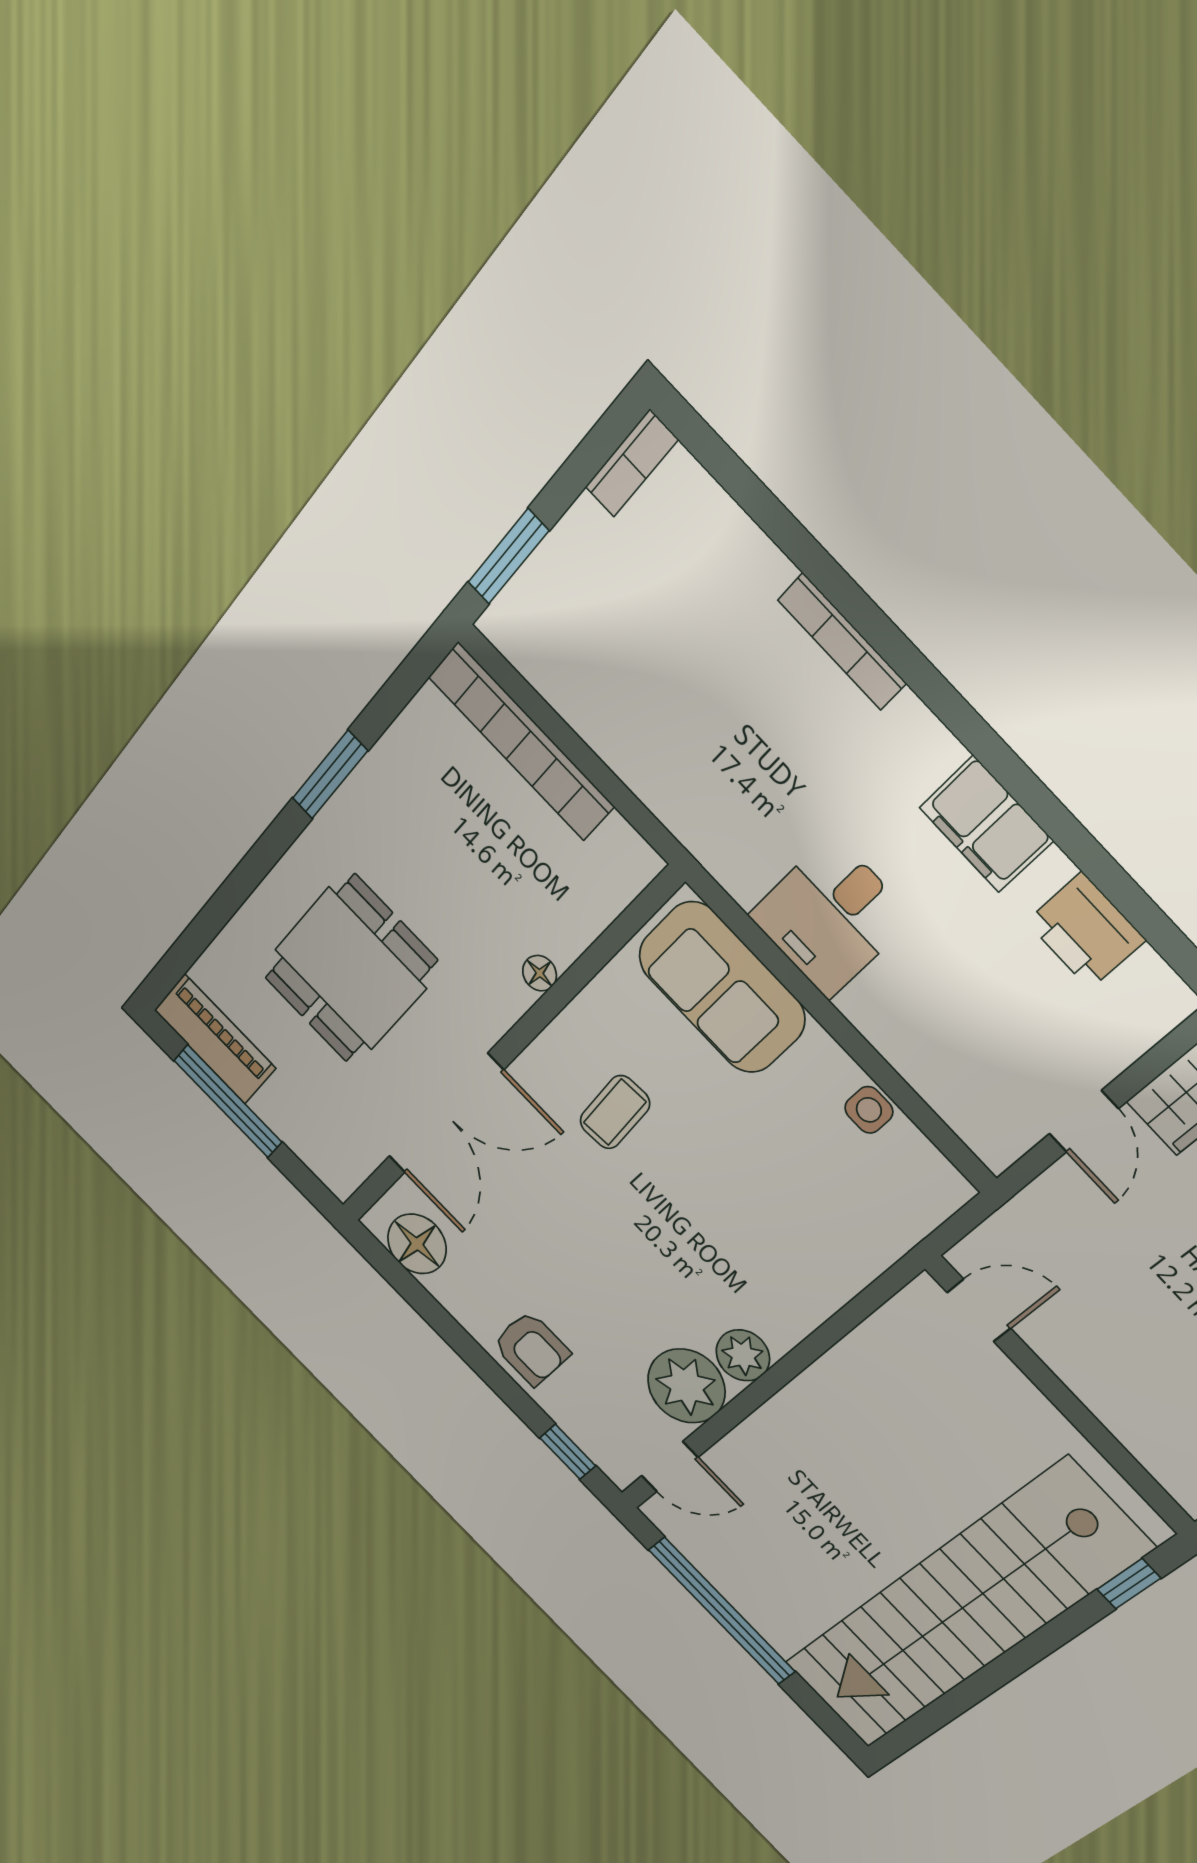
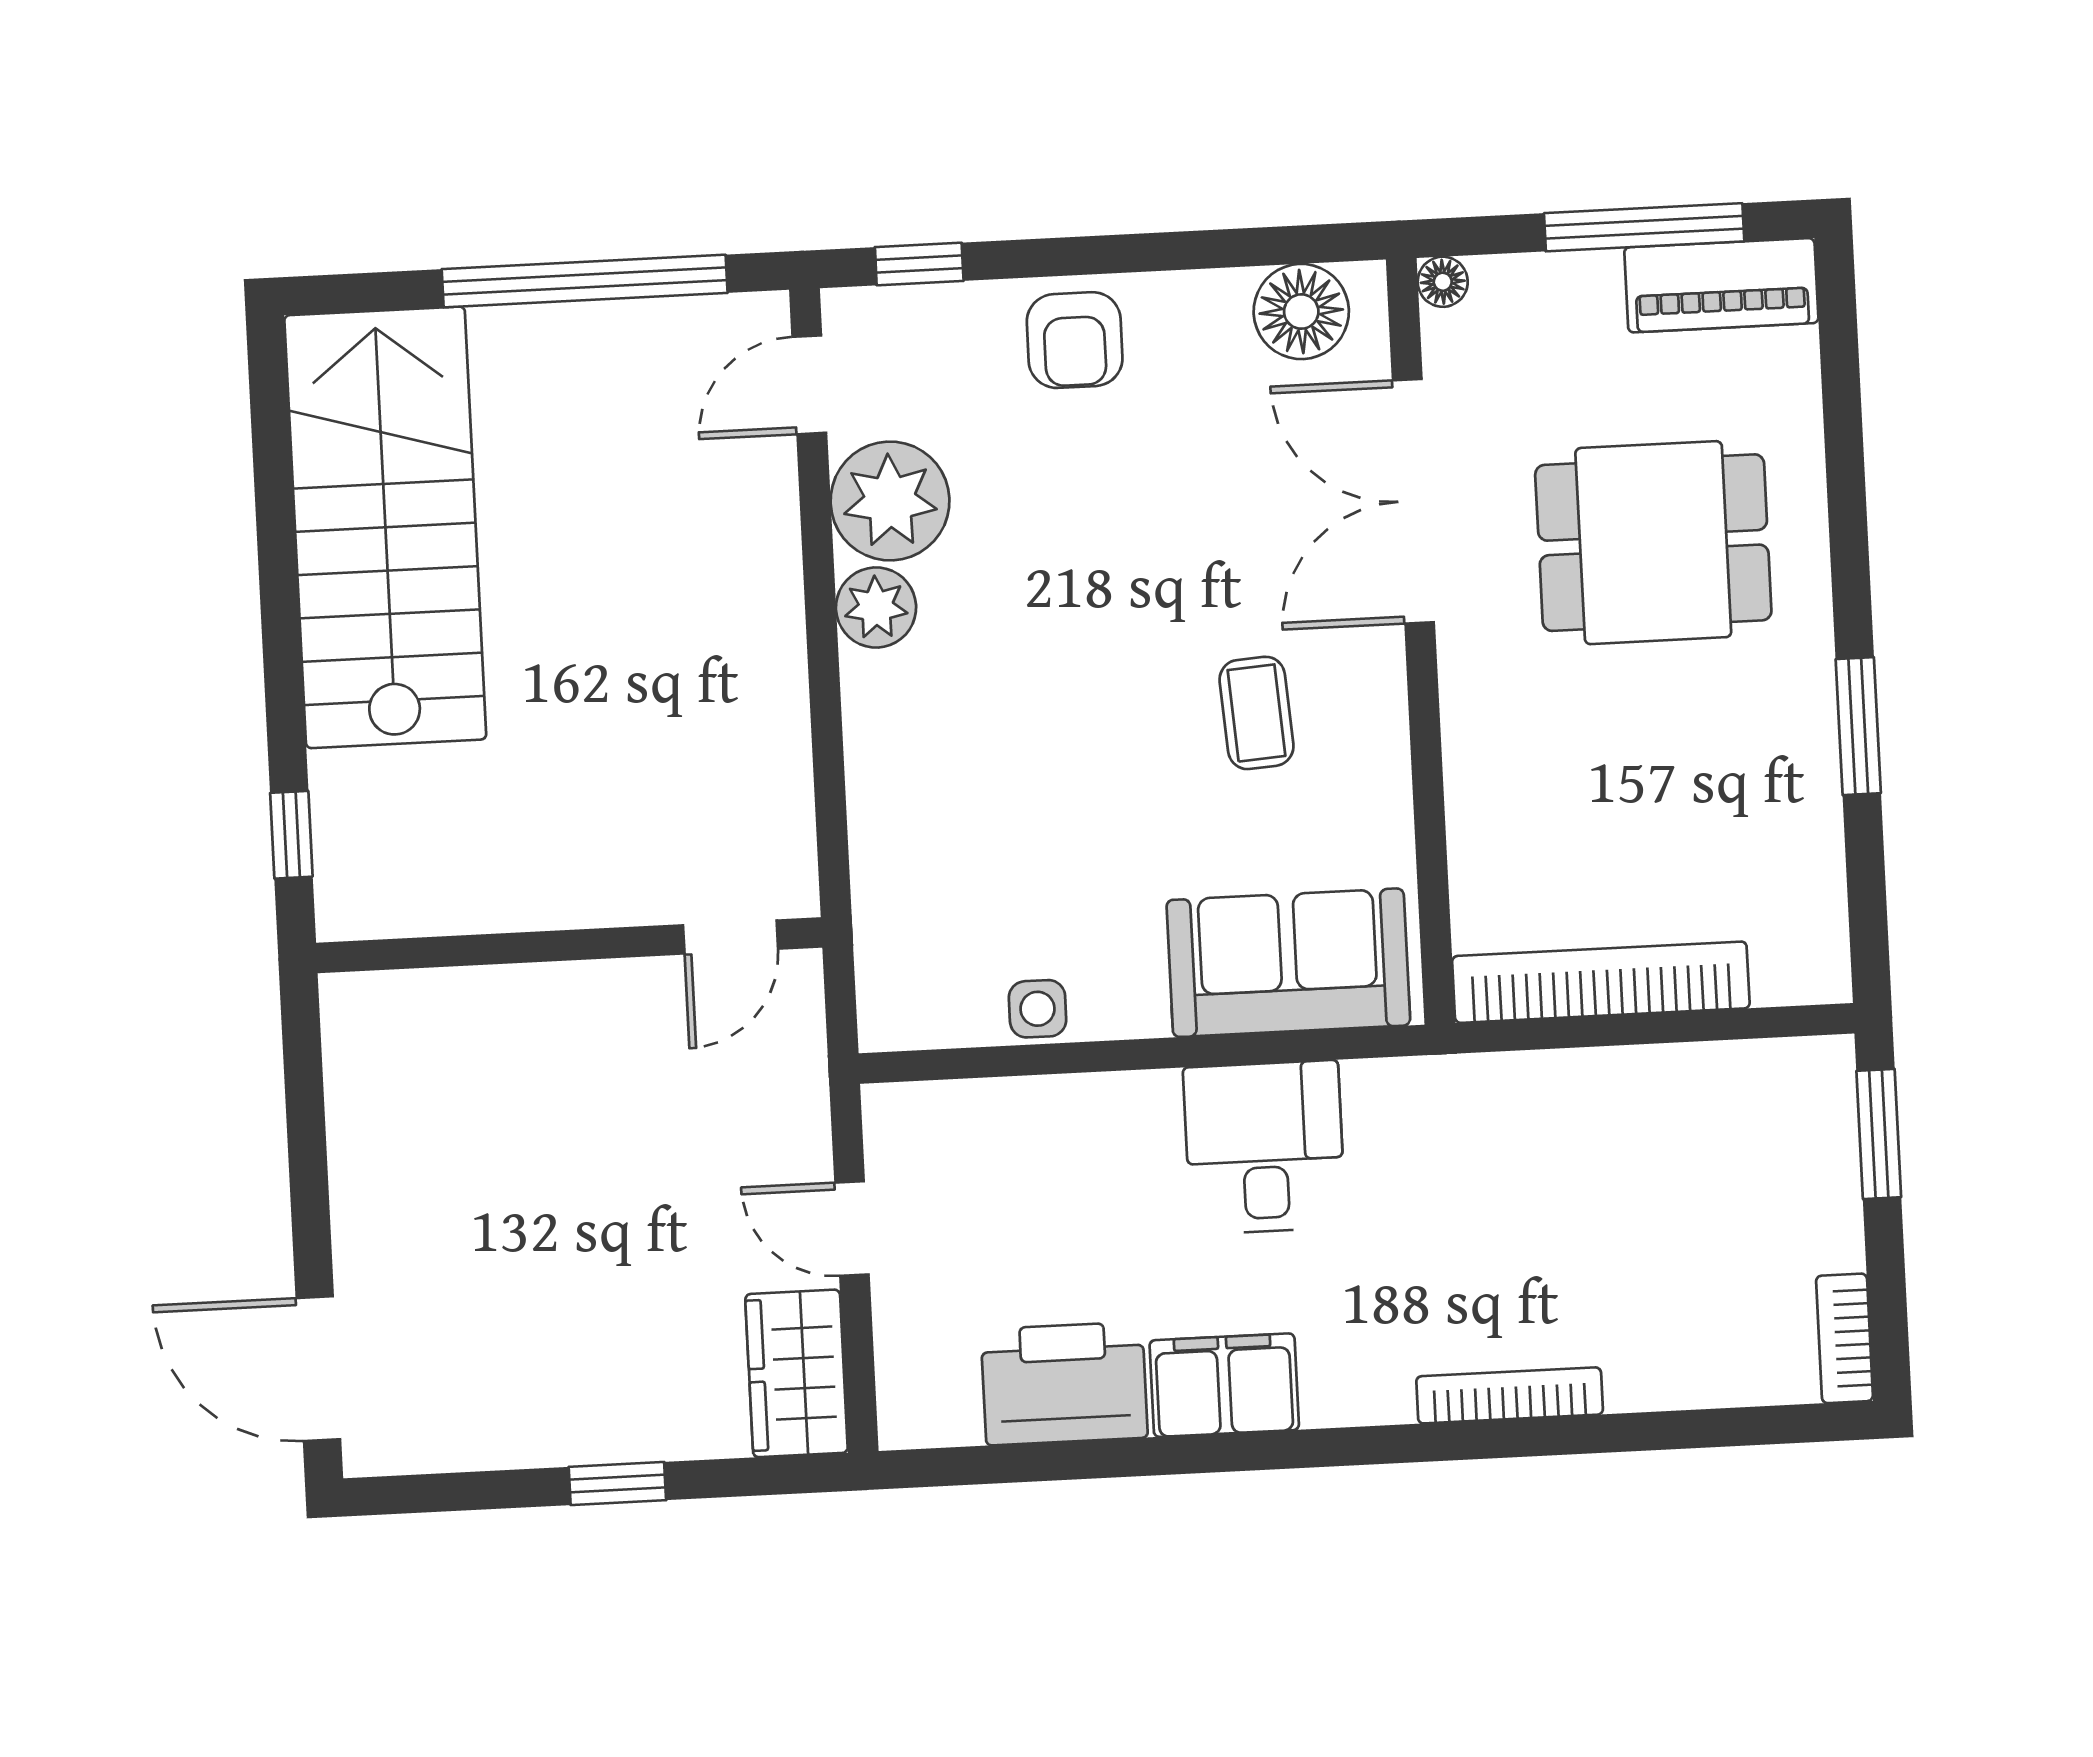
bookcase: (521, 742) -> (1601, 982), moved
printer: (1086, 931) -> (1064, 1383), width x1.37, depth x1.19
dining table: (350, 969) -> (1653, 543), turned 90
floor lamp: (540, 973) -> (1443, 282), moved
armchair: (531, 1348) -> (1075, 340), turned -90
stairs: (963, 1607) -> (385, 527), width x0.73

